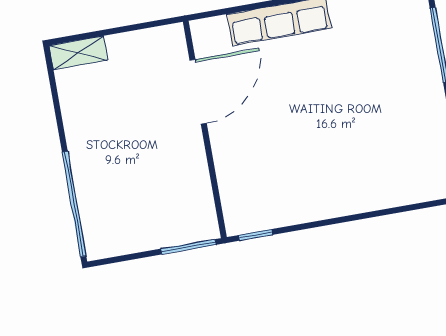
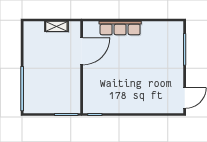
shelving: (79, 53) -> (56, 26), moved

